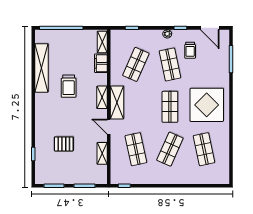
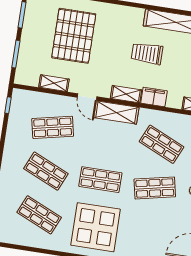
trolley: (190, 50) -> (169, 217), removed
filing cabinet: (101, 63) -> (154, 97), moved
door: (109, 127) -> (87, 97), swing flipped
pallet: (64, 144) -> (74, 36), width x2.05, depth x2.00
shop shelf: (204, 149) -> (39, 215), turned 36

